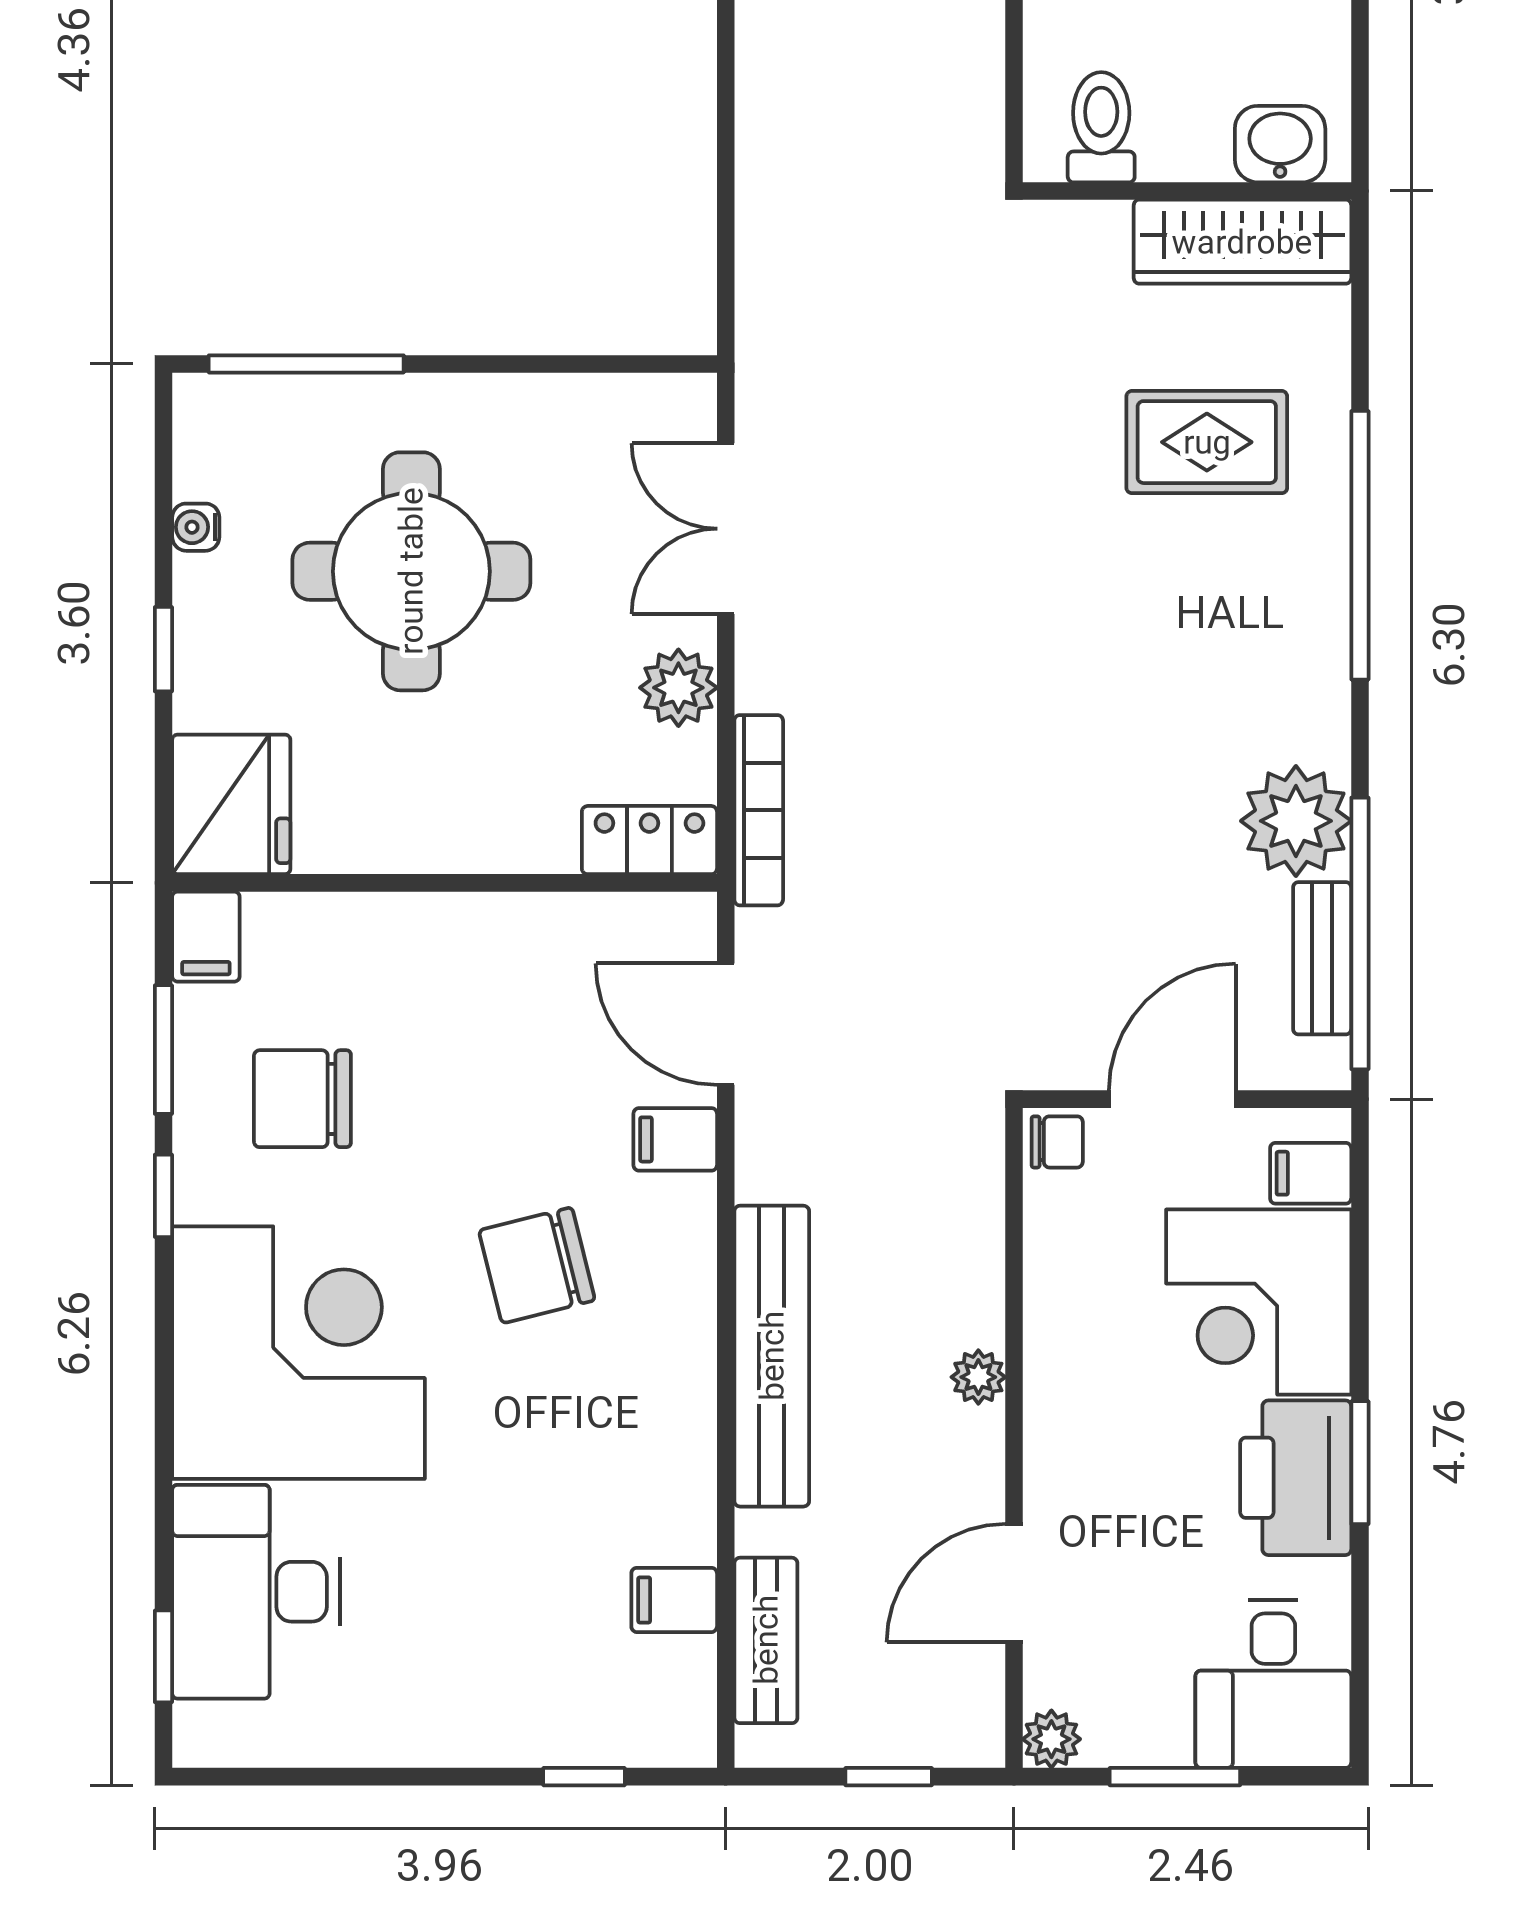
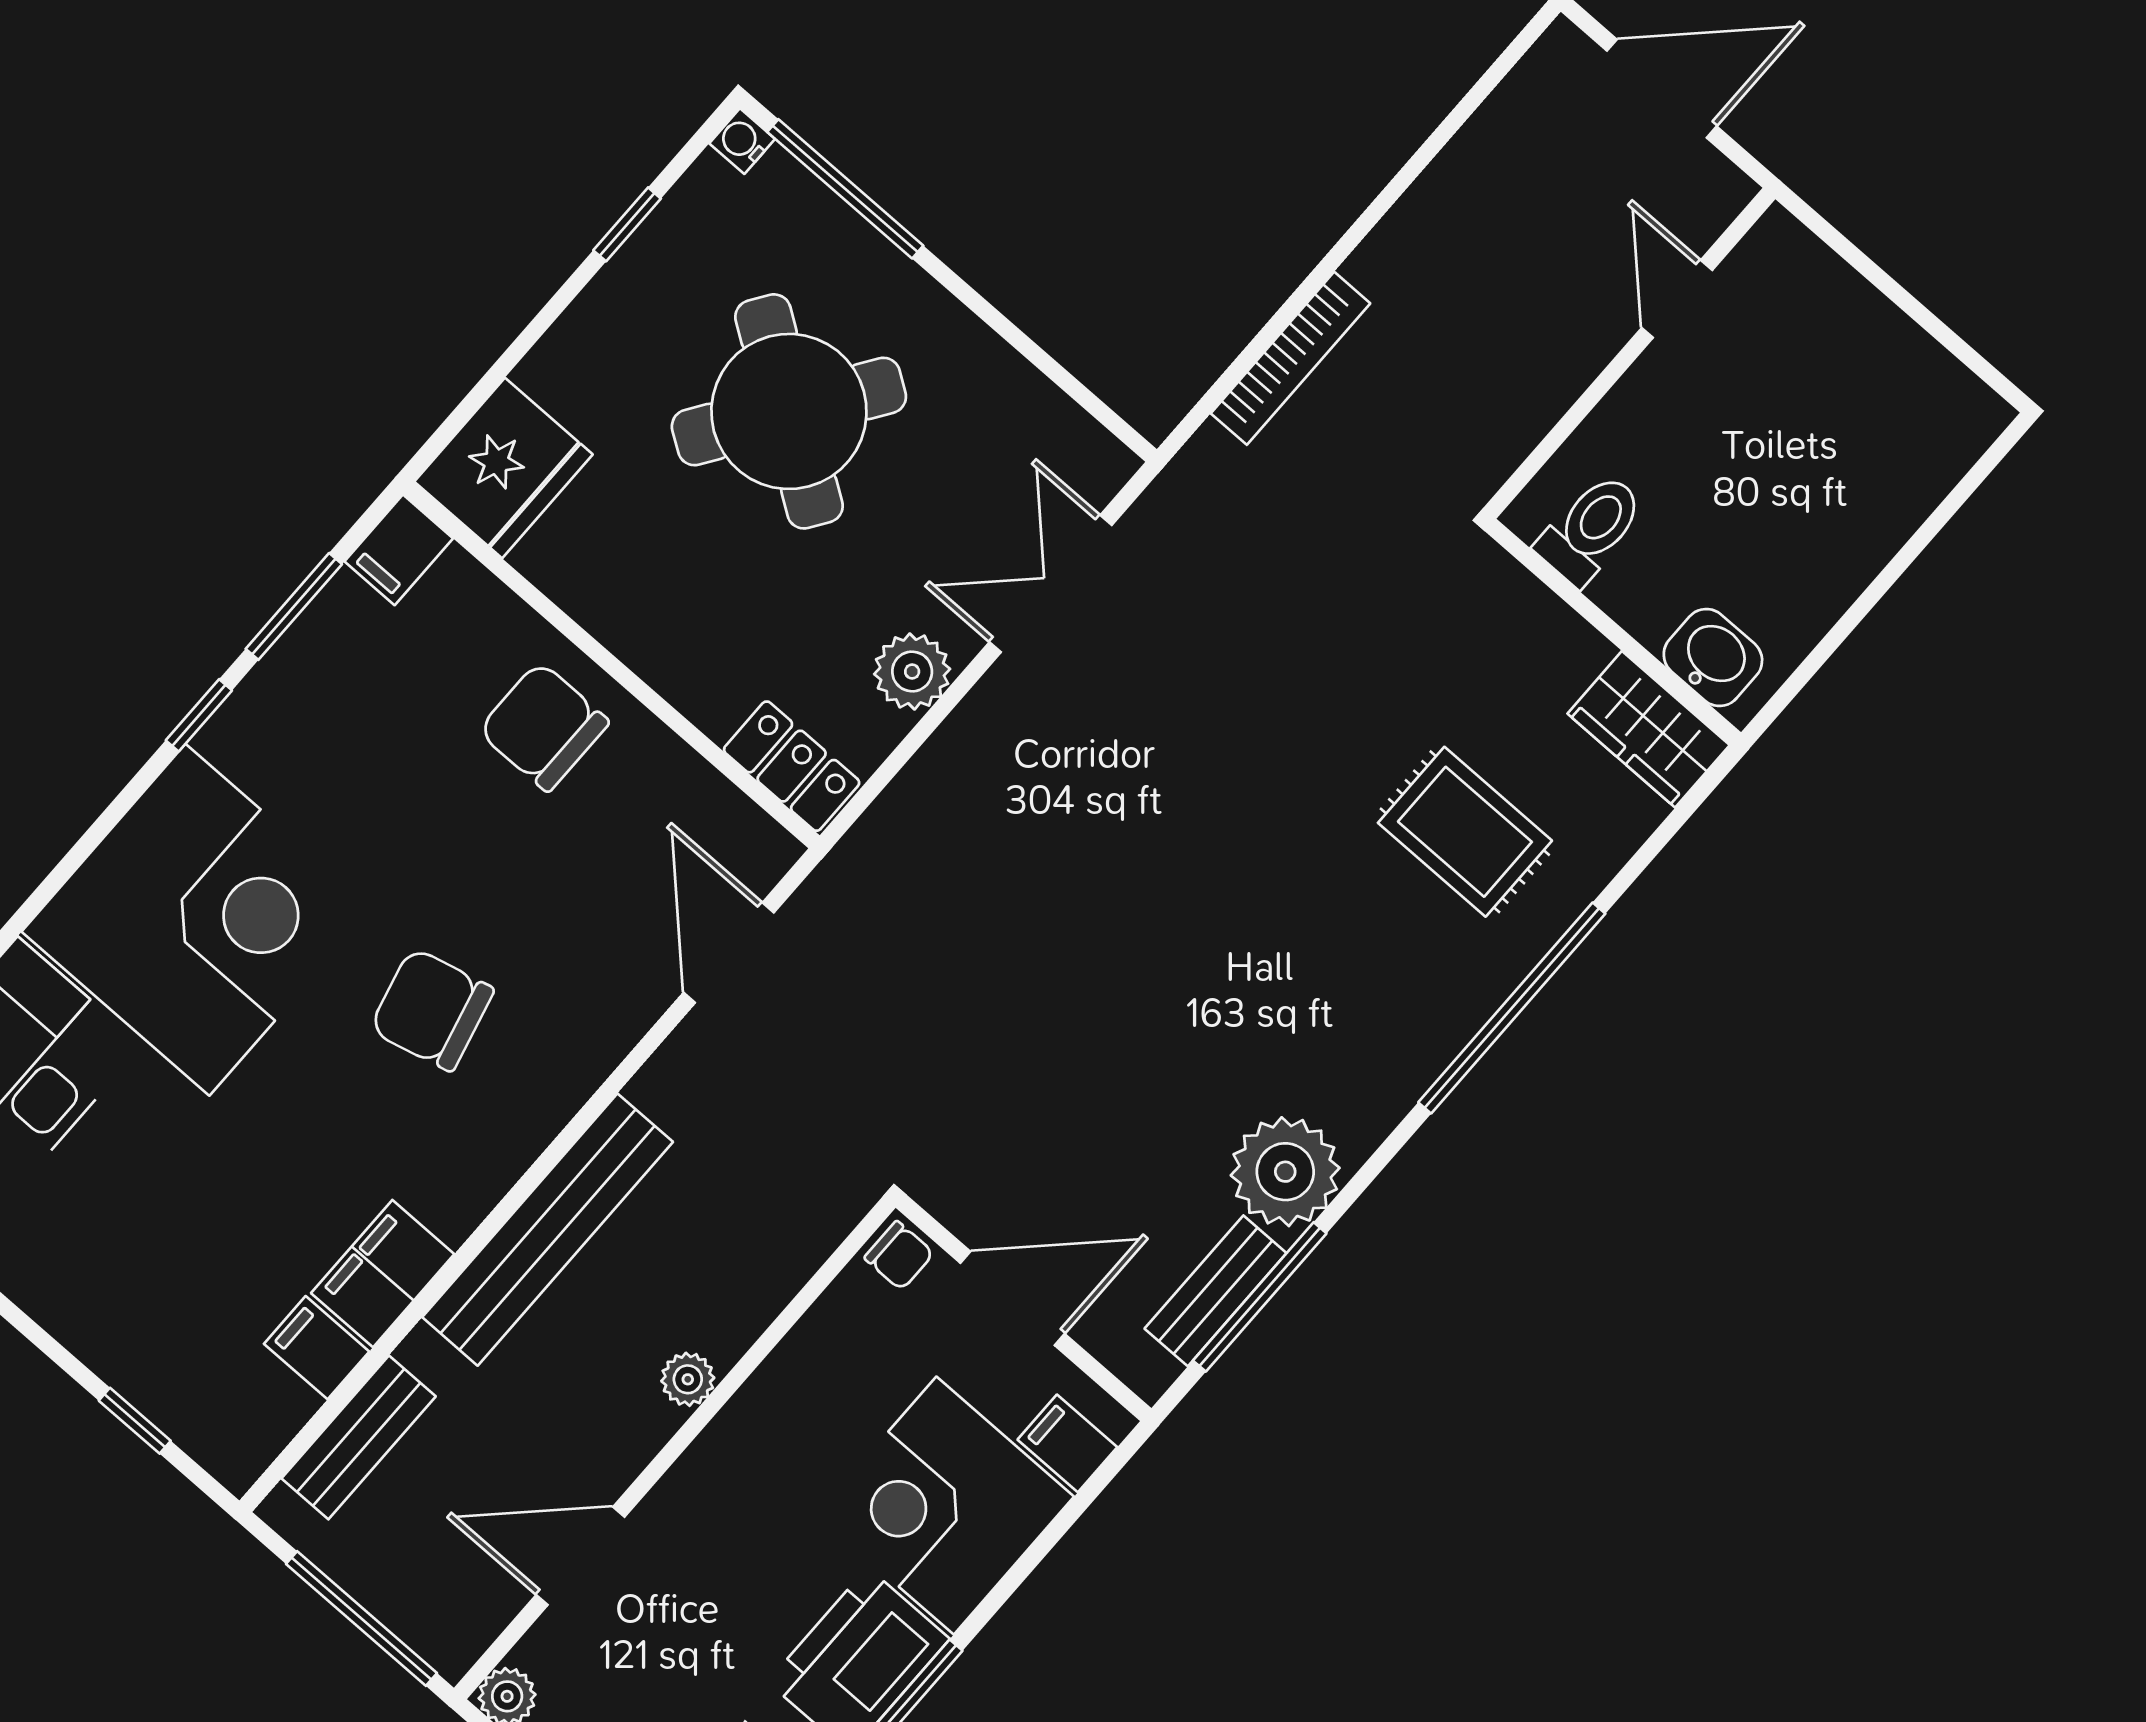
wardrobe: (1242, 242) -> (1649, 729), width x0.67
water cooler: (196, 527) -> (742, 141), moved
round table: (411, 571) -> (789, 411), turned 34
window: (163, 649) -> (627, 224), moved
bookcase: (759, 810) -> (1290, 358), moved
window: (1360, 933) -> (1260, 1297), width x0.68
chair: (302, 1099) -> (544, 727), moved
filing cabinet: (675, 1139) -> (383, 1274), moved, width x2.00
window: (889, 1777) -> (362, 1619), width x2.17

